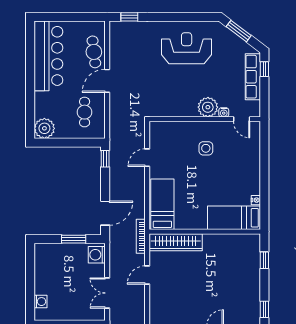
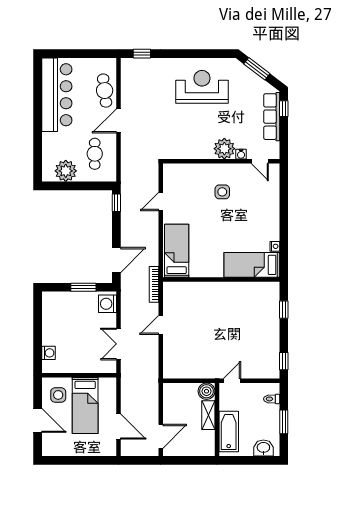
plant: (44, 128) -> (66, 171), moved
wardrobe: (176, 242) -> (191, 291), removed

